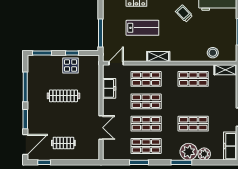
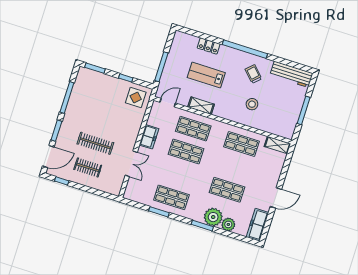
lab bench: (142, 28) -> (206, 75), turned 180
stool: (213, 53) -> (252, 104), moved
shelving: (158, 56) -> (201, 106), moved
display table: (71, 66) -> (136, 98), moved
freezer: (109, 88) -> (149, 137), moved
clothes rail: (63, 96) -> (95, 143), moved
shop shelf: (146, 124) -> (179, 174), removed

